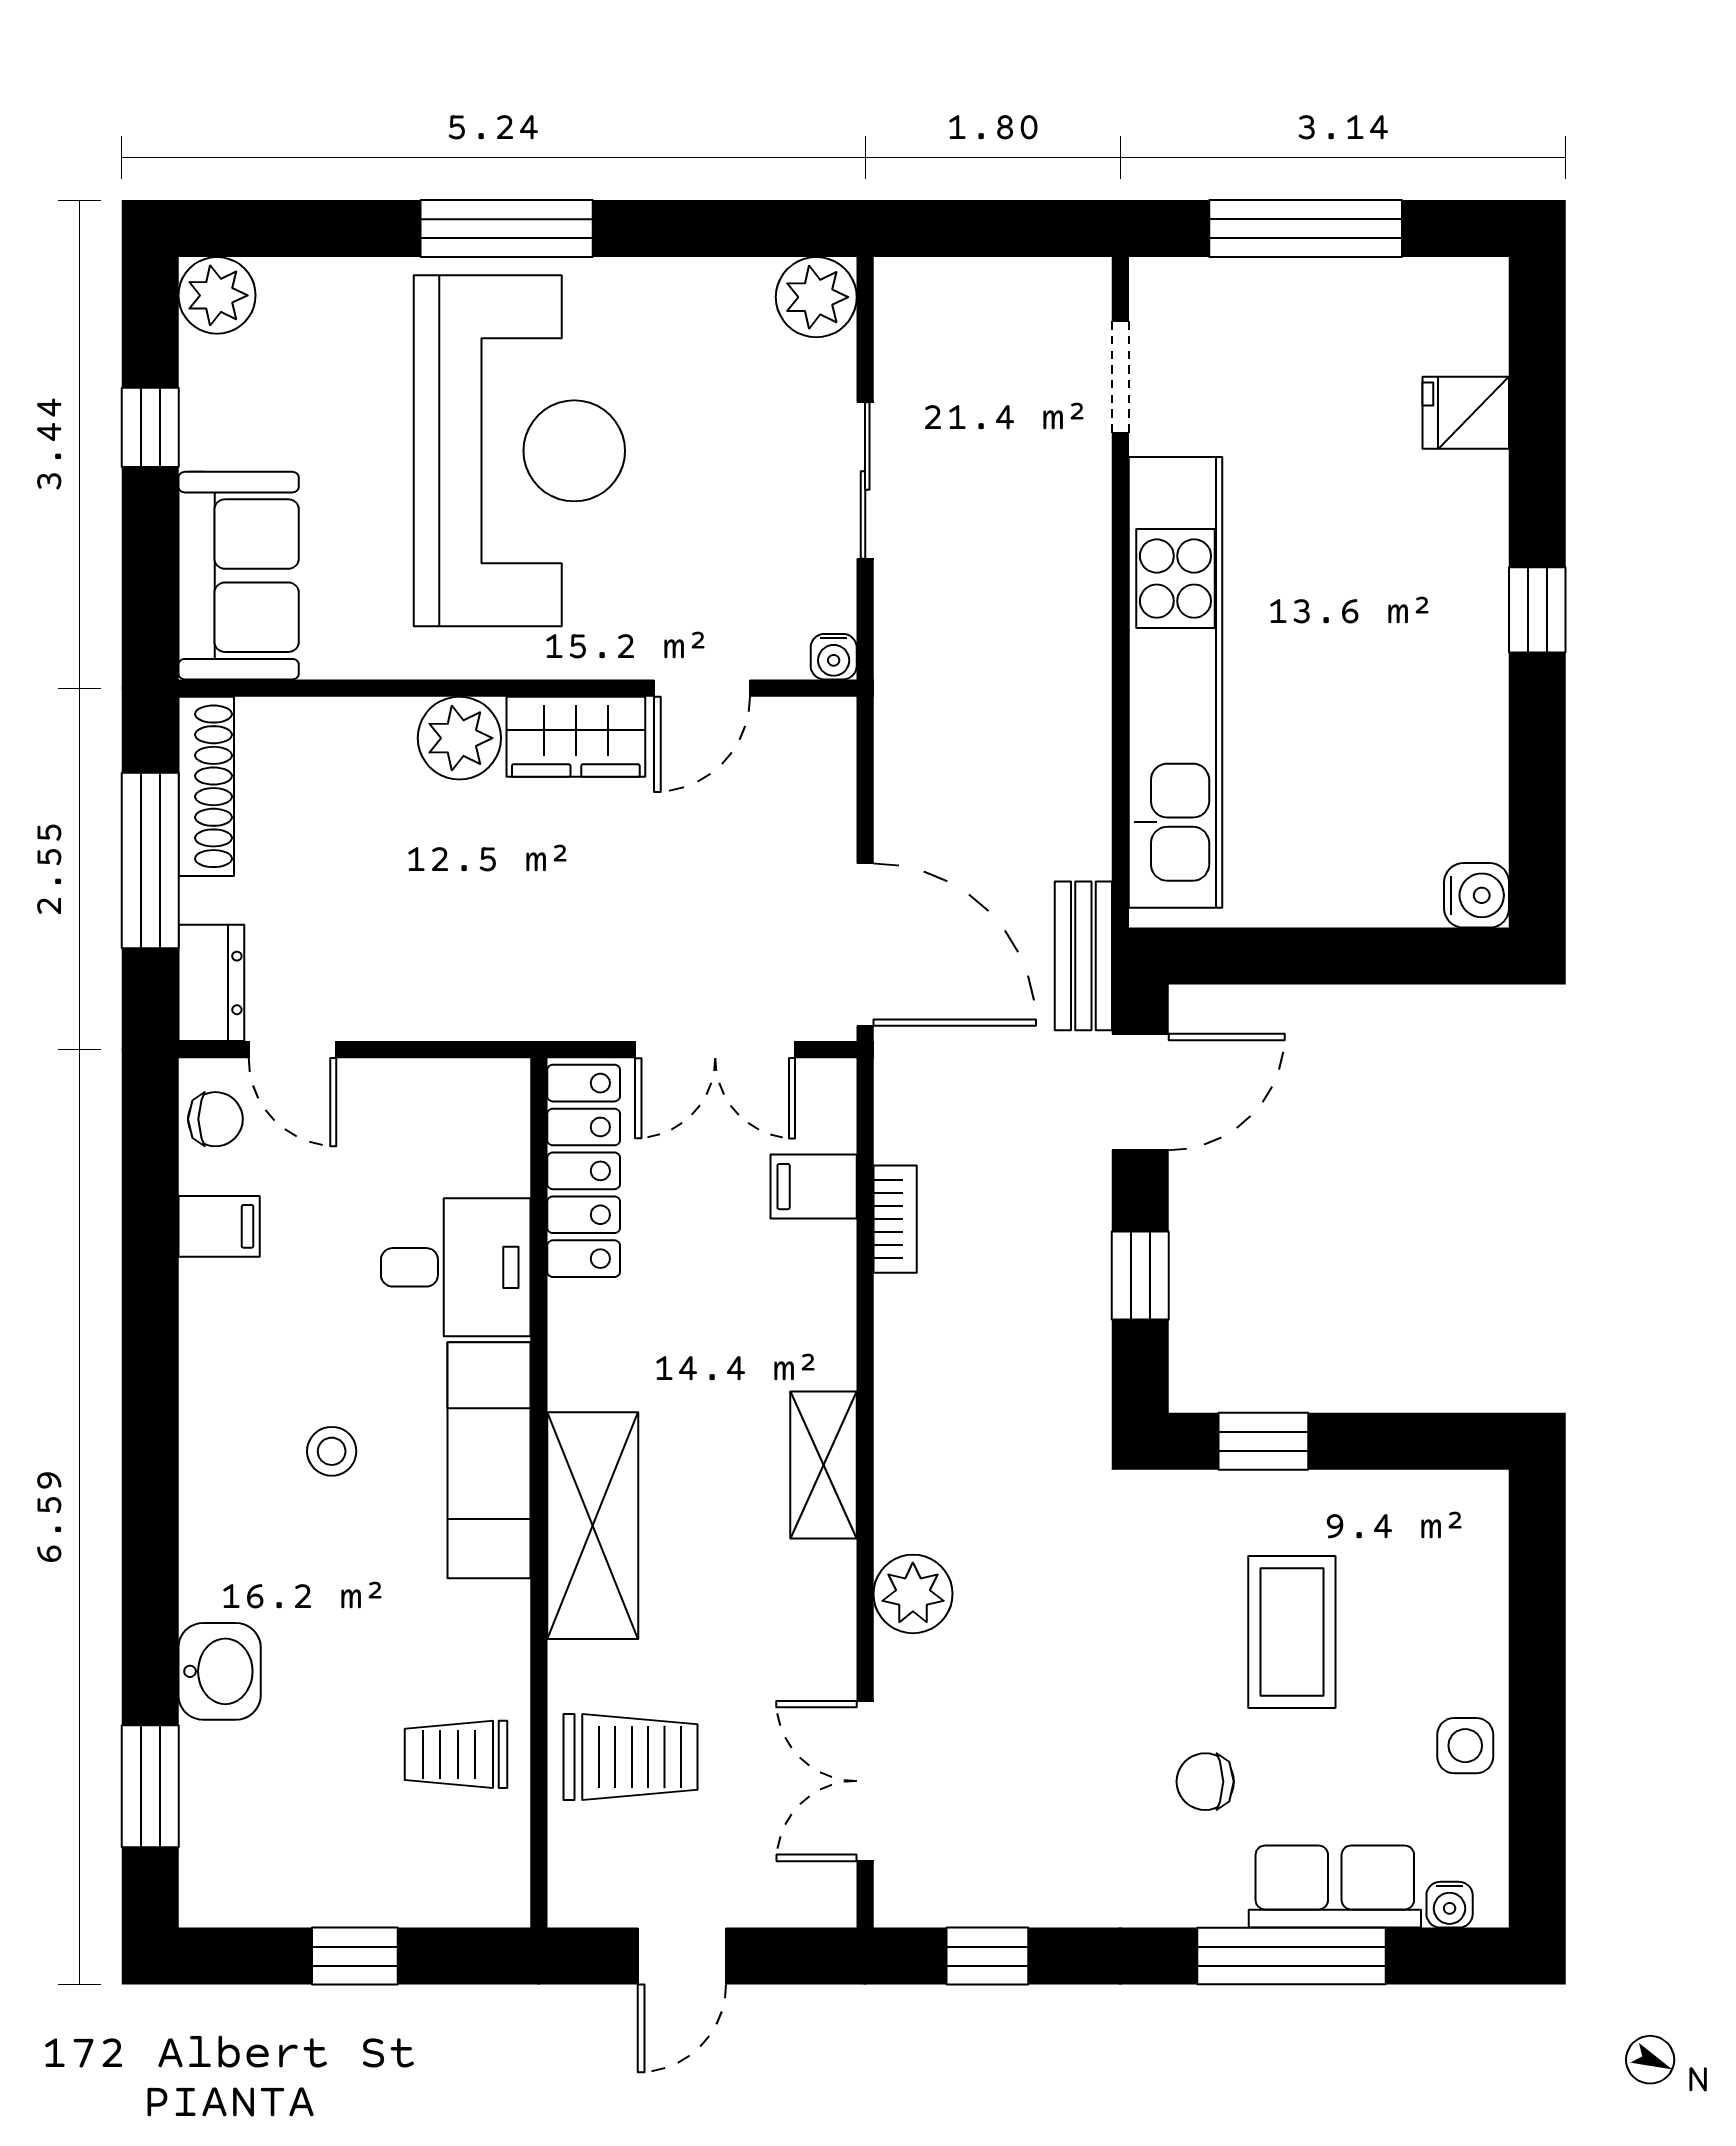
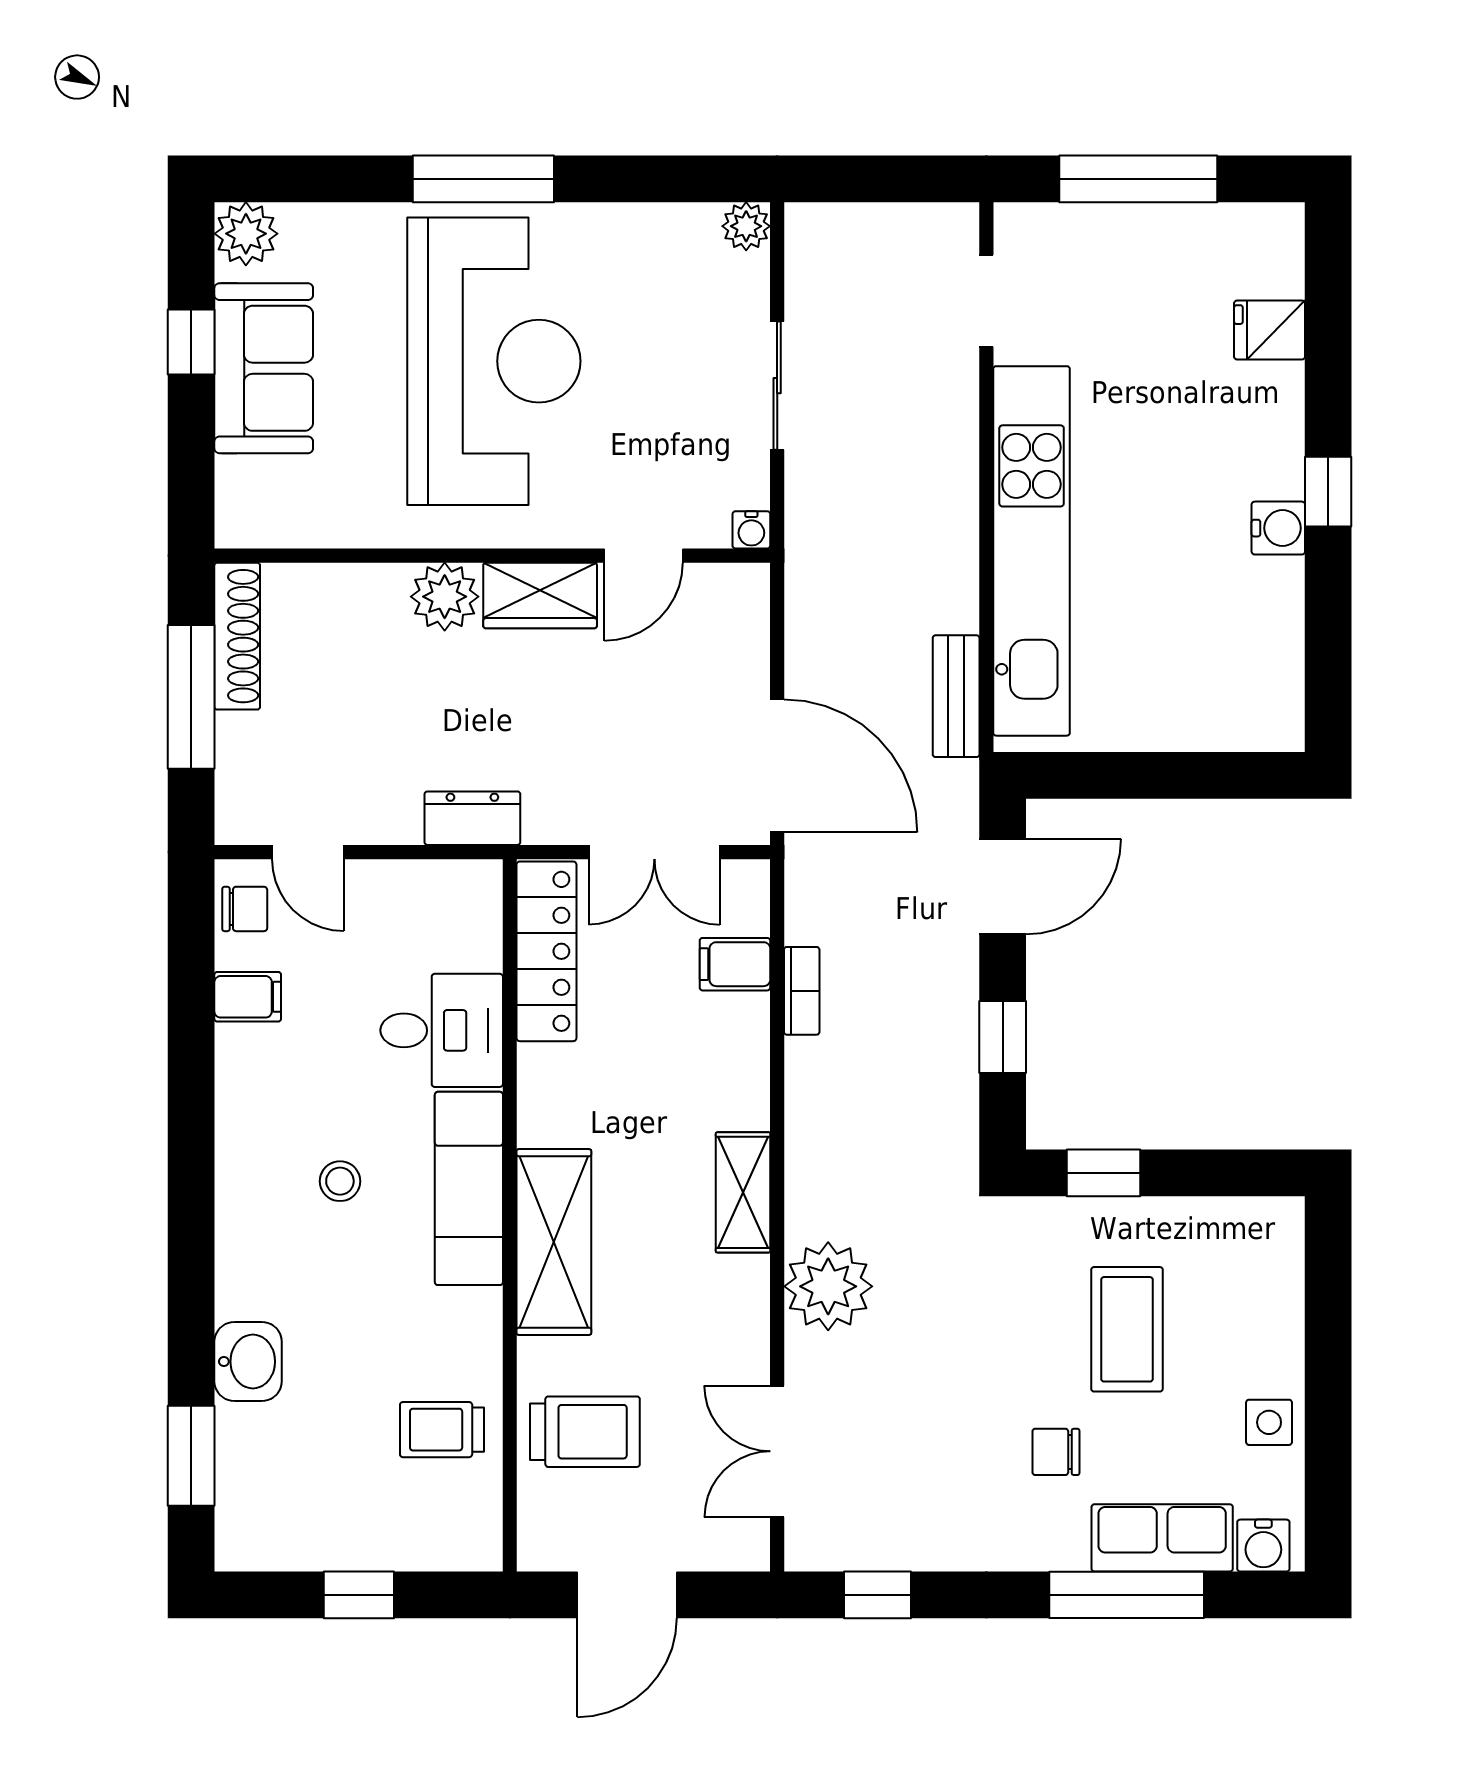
plant: (816, 297) -> (746, 226), width x0.73, depth x0.73
sofa: (239, 576) -> (264, 368), moved
water cooler: (1477, 895) -> (1278, 528), moved
bench: (1083, 956) -> (956, 696), moved
dresser: (211, 983) -> (472, 818), moved, turned -90
plant: (913, 1594) -> (828, 1286), width x1.36, depth x1.36
water cooler: (1450, 1905) -> (1263, 1546), width x1.38, depth x1.38
door: (682, 1956) -> (627, 1595), width x1.38

